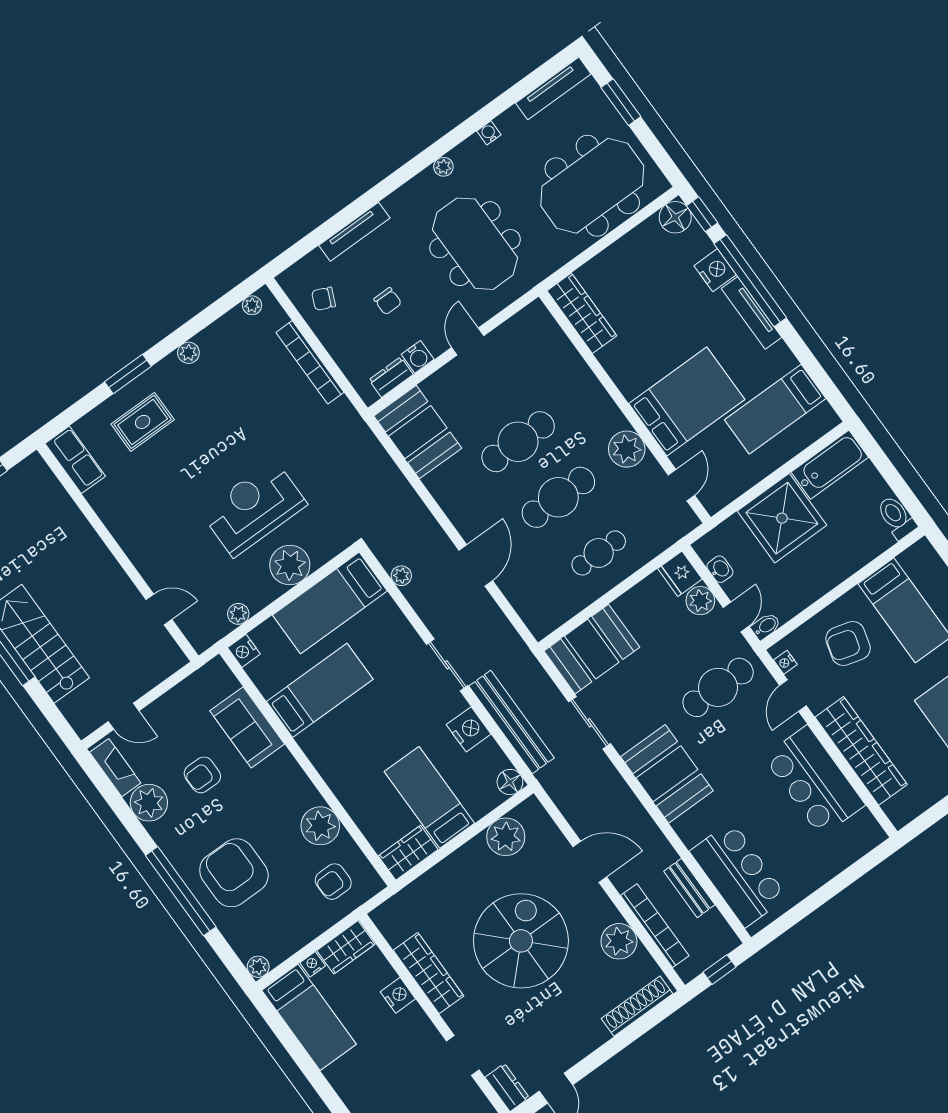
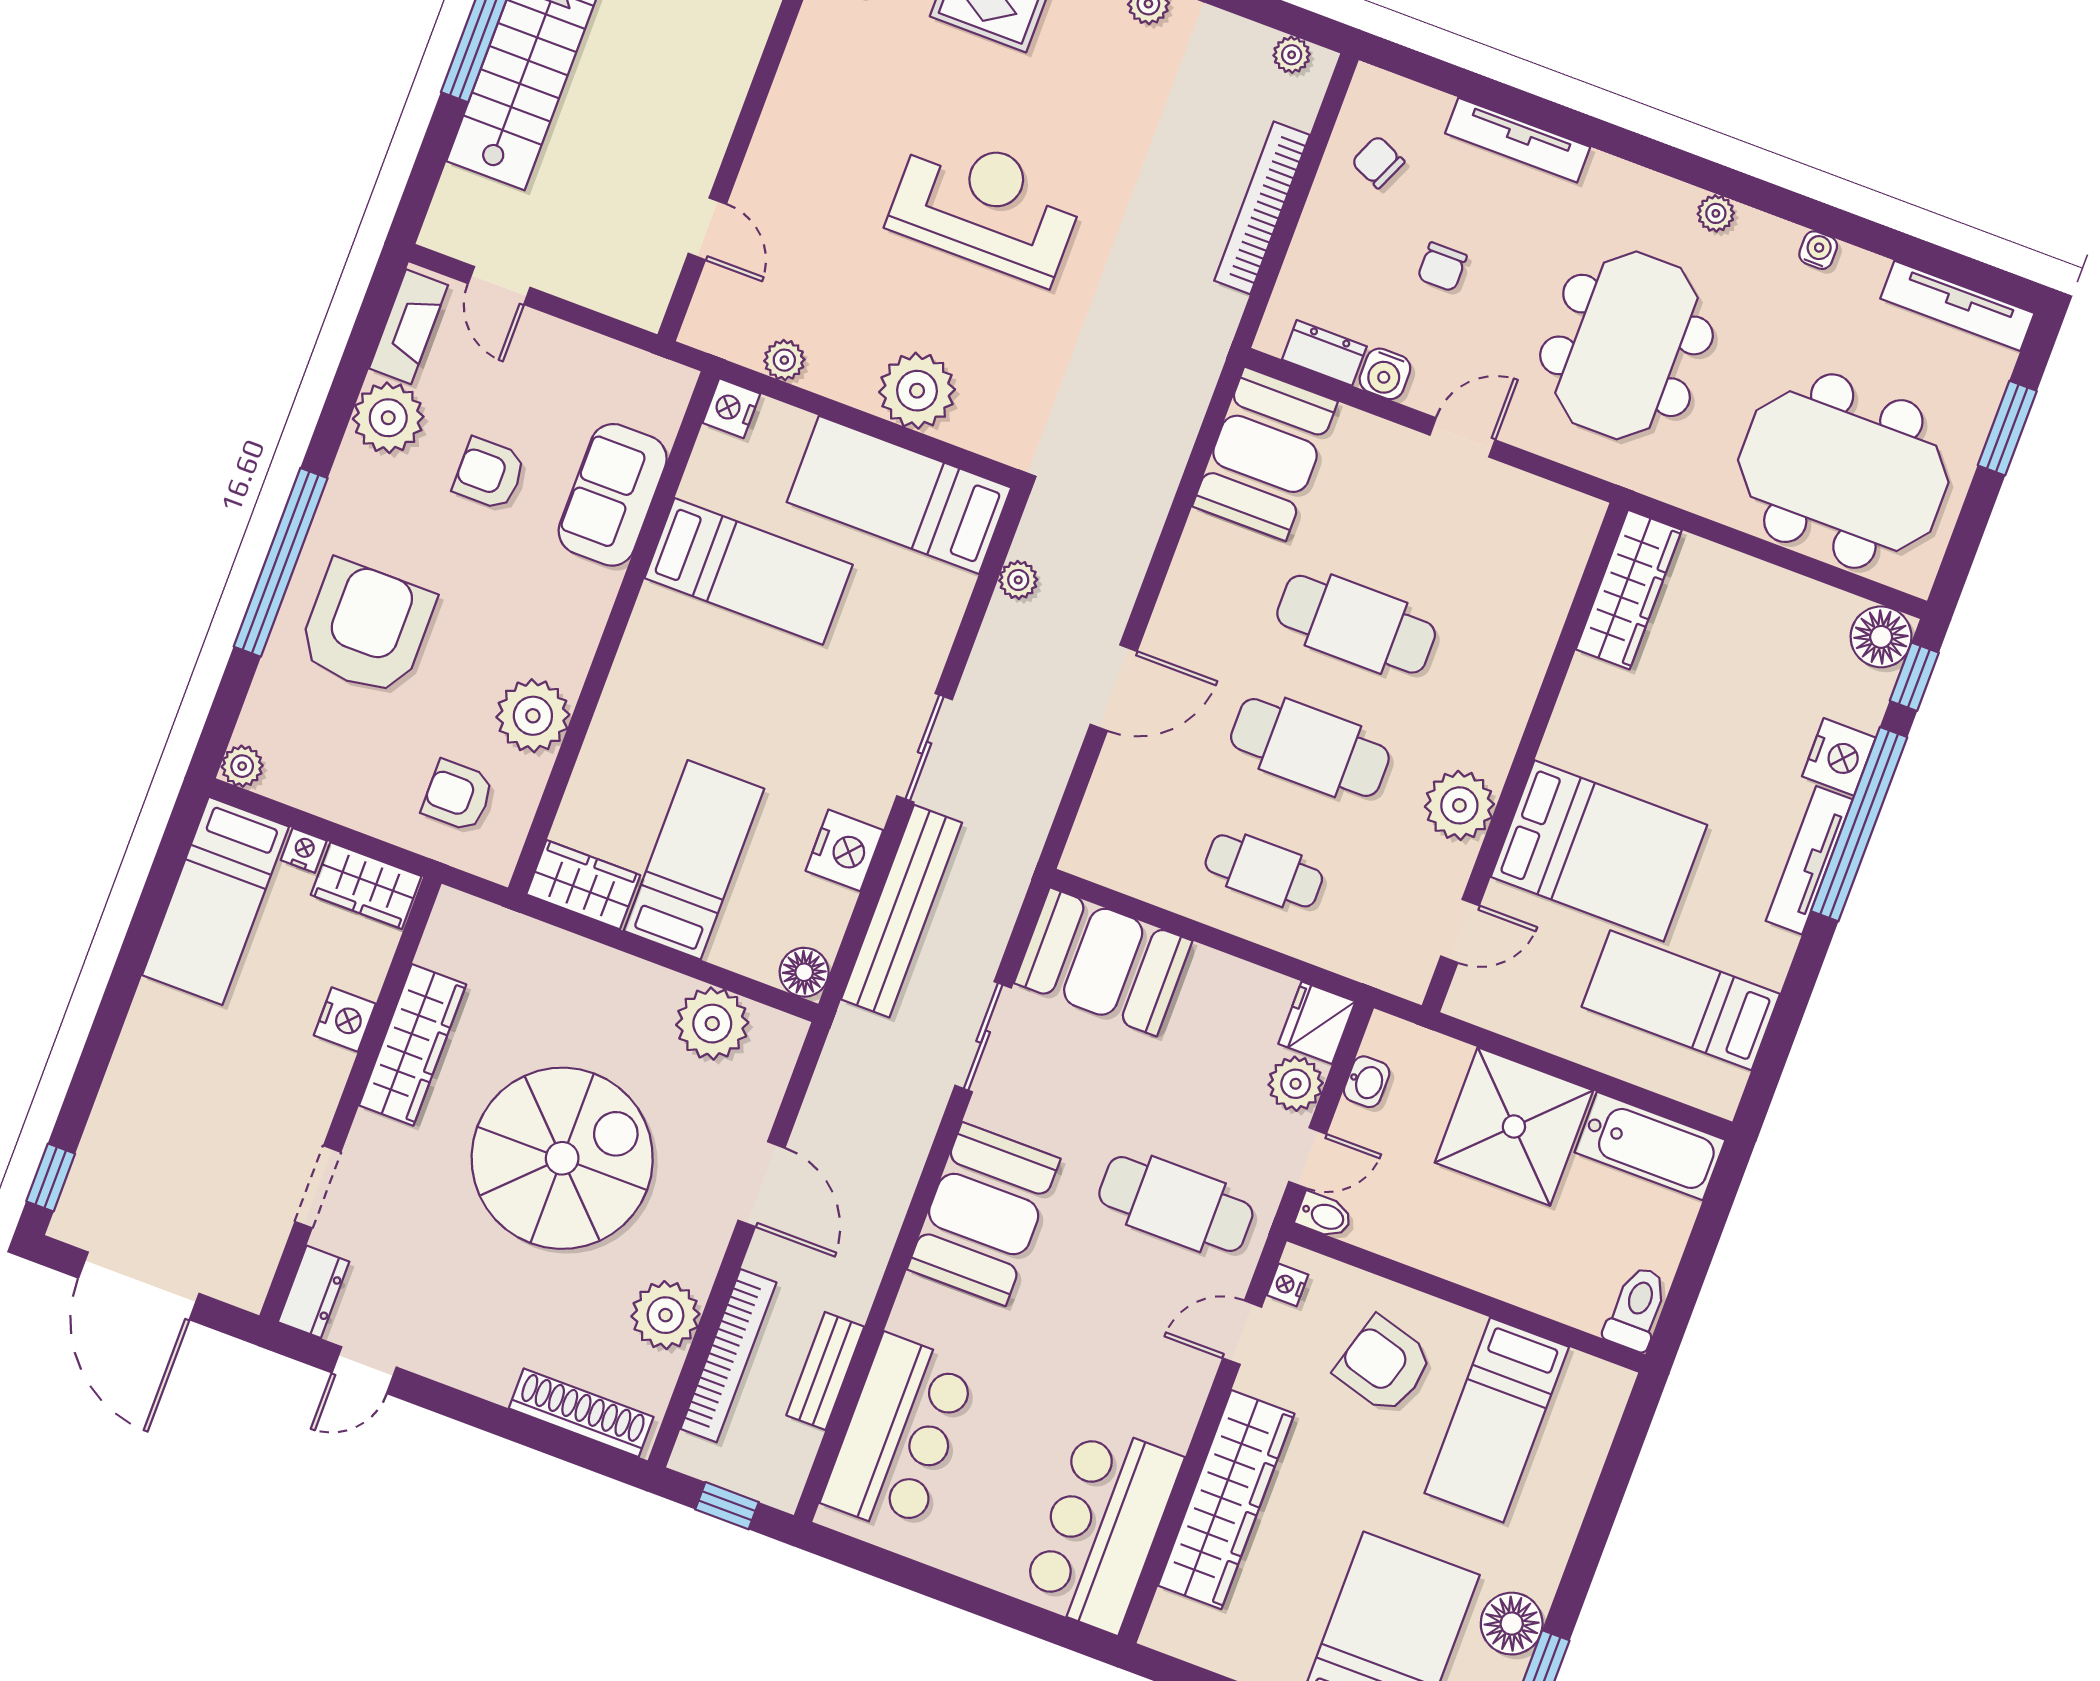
reception desk: (254, 508) -> (986, 207), moved
bar counter: (814, 781) -> (1102, 1528), moved

